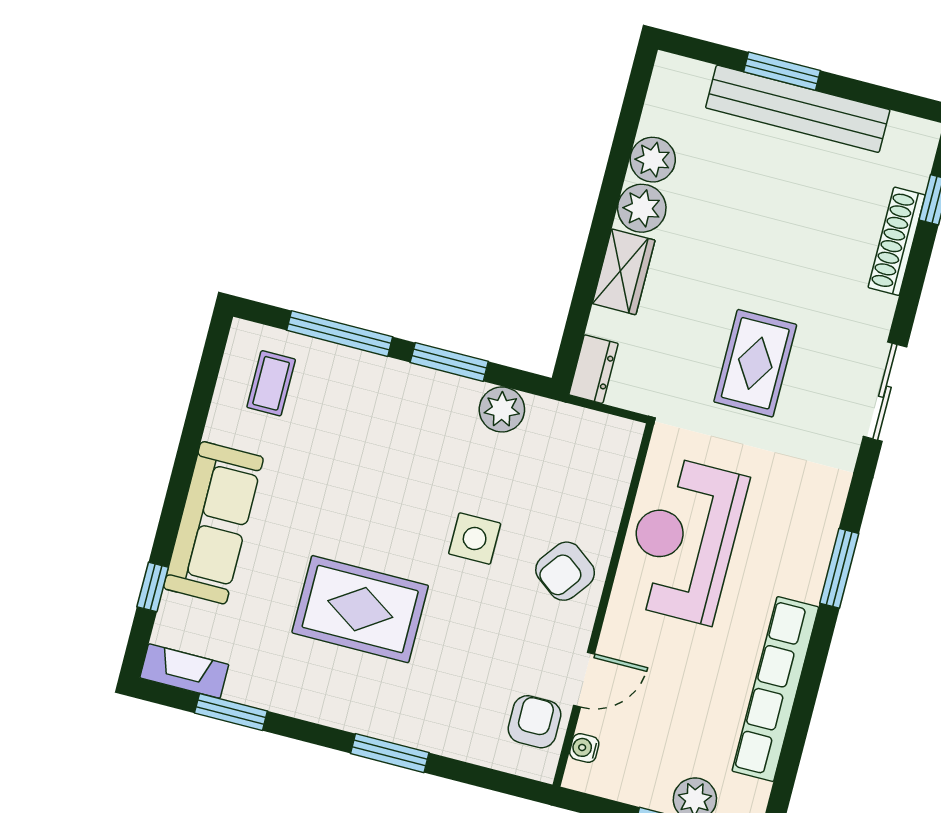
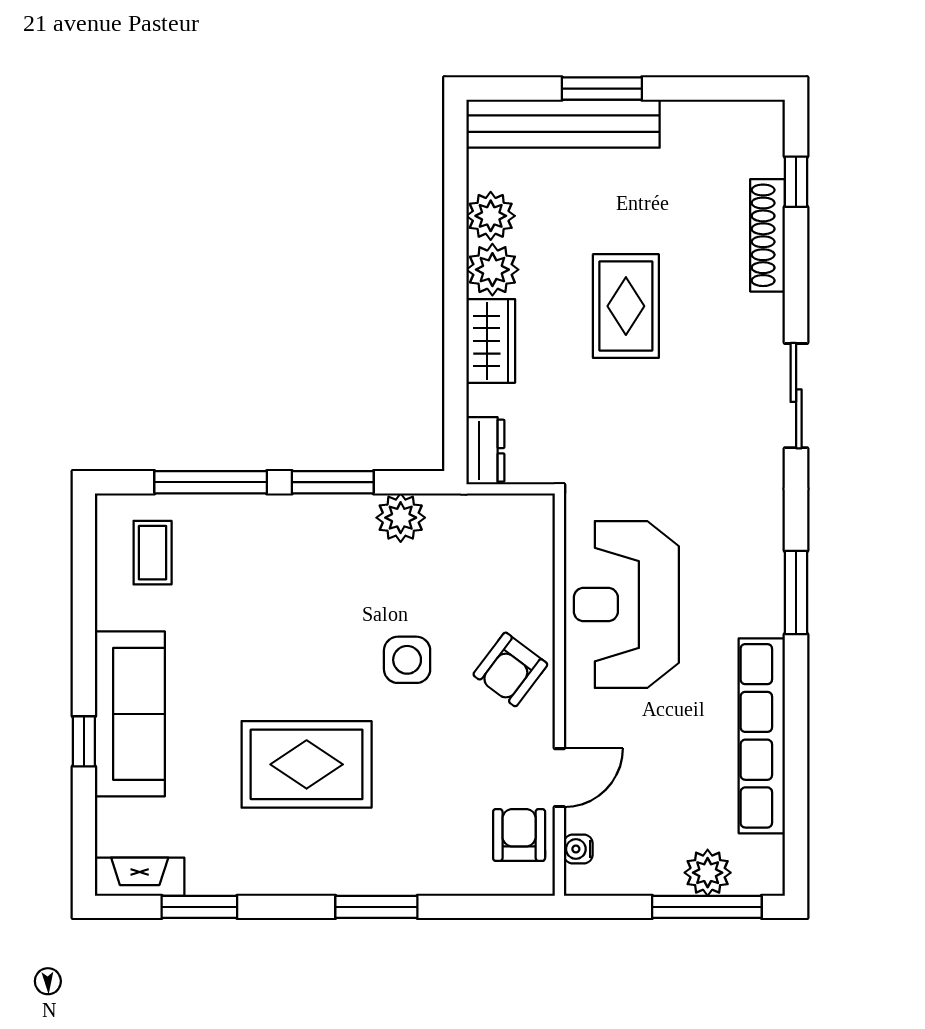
bench: (798, 109) -> (563, 124), moved
rug: (755, 363) -> (626, 306), moved
window: (153, 587) -> (84, 741), moved

